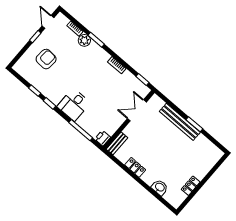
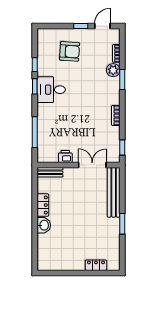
desk: (74, 105) -> (51, 90), moved
bench: (180, 122) -> (114, 192), moved
printer: (103, 138) -> (65, 156), moved
locker: (191, 186) -> (96, 265), moved
washbasin: (160, 187) -> (44, 225), moved

